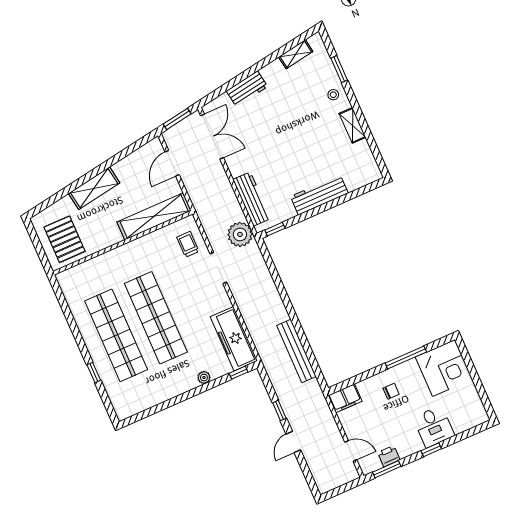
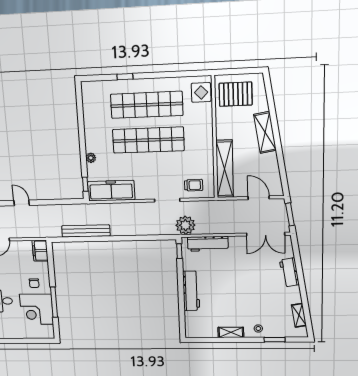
display table: (78, 279) -> (201, 92), added
corner desk: (444, 368) -> (37, 309), moved
window: (279, 410) -> (48, 202), removed

